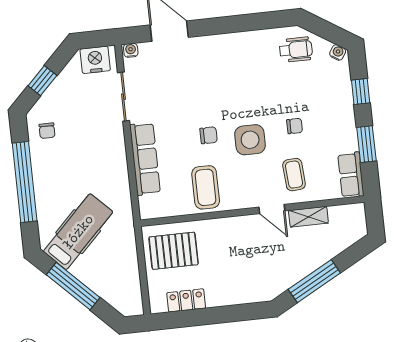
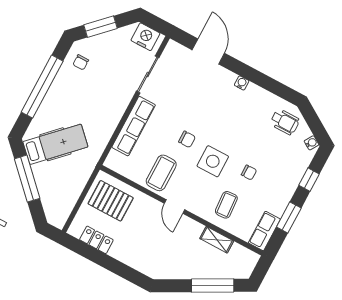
water cooler: (131, 50) -> (242, 83), moved
window: (42, 81) -> (101, 27), width x1.50
door: (272, 209) -> (175, 206), moved
window: (314, 281) -> (213, 285), moved

